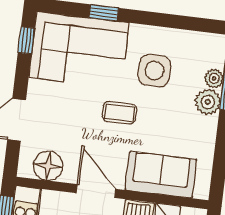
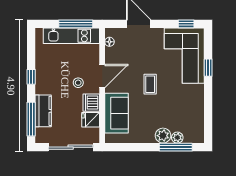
side table: (154, 70) -> (178, 102), removed
floor lamp: (48, 166) -> (109, 42), width x0.53, depth x0.53

